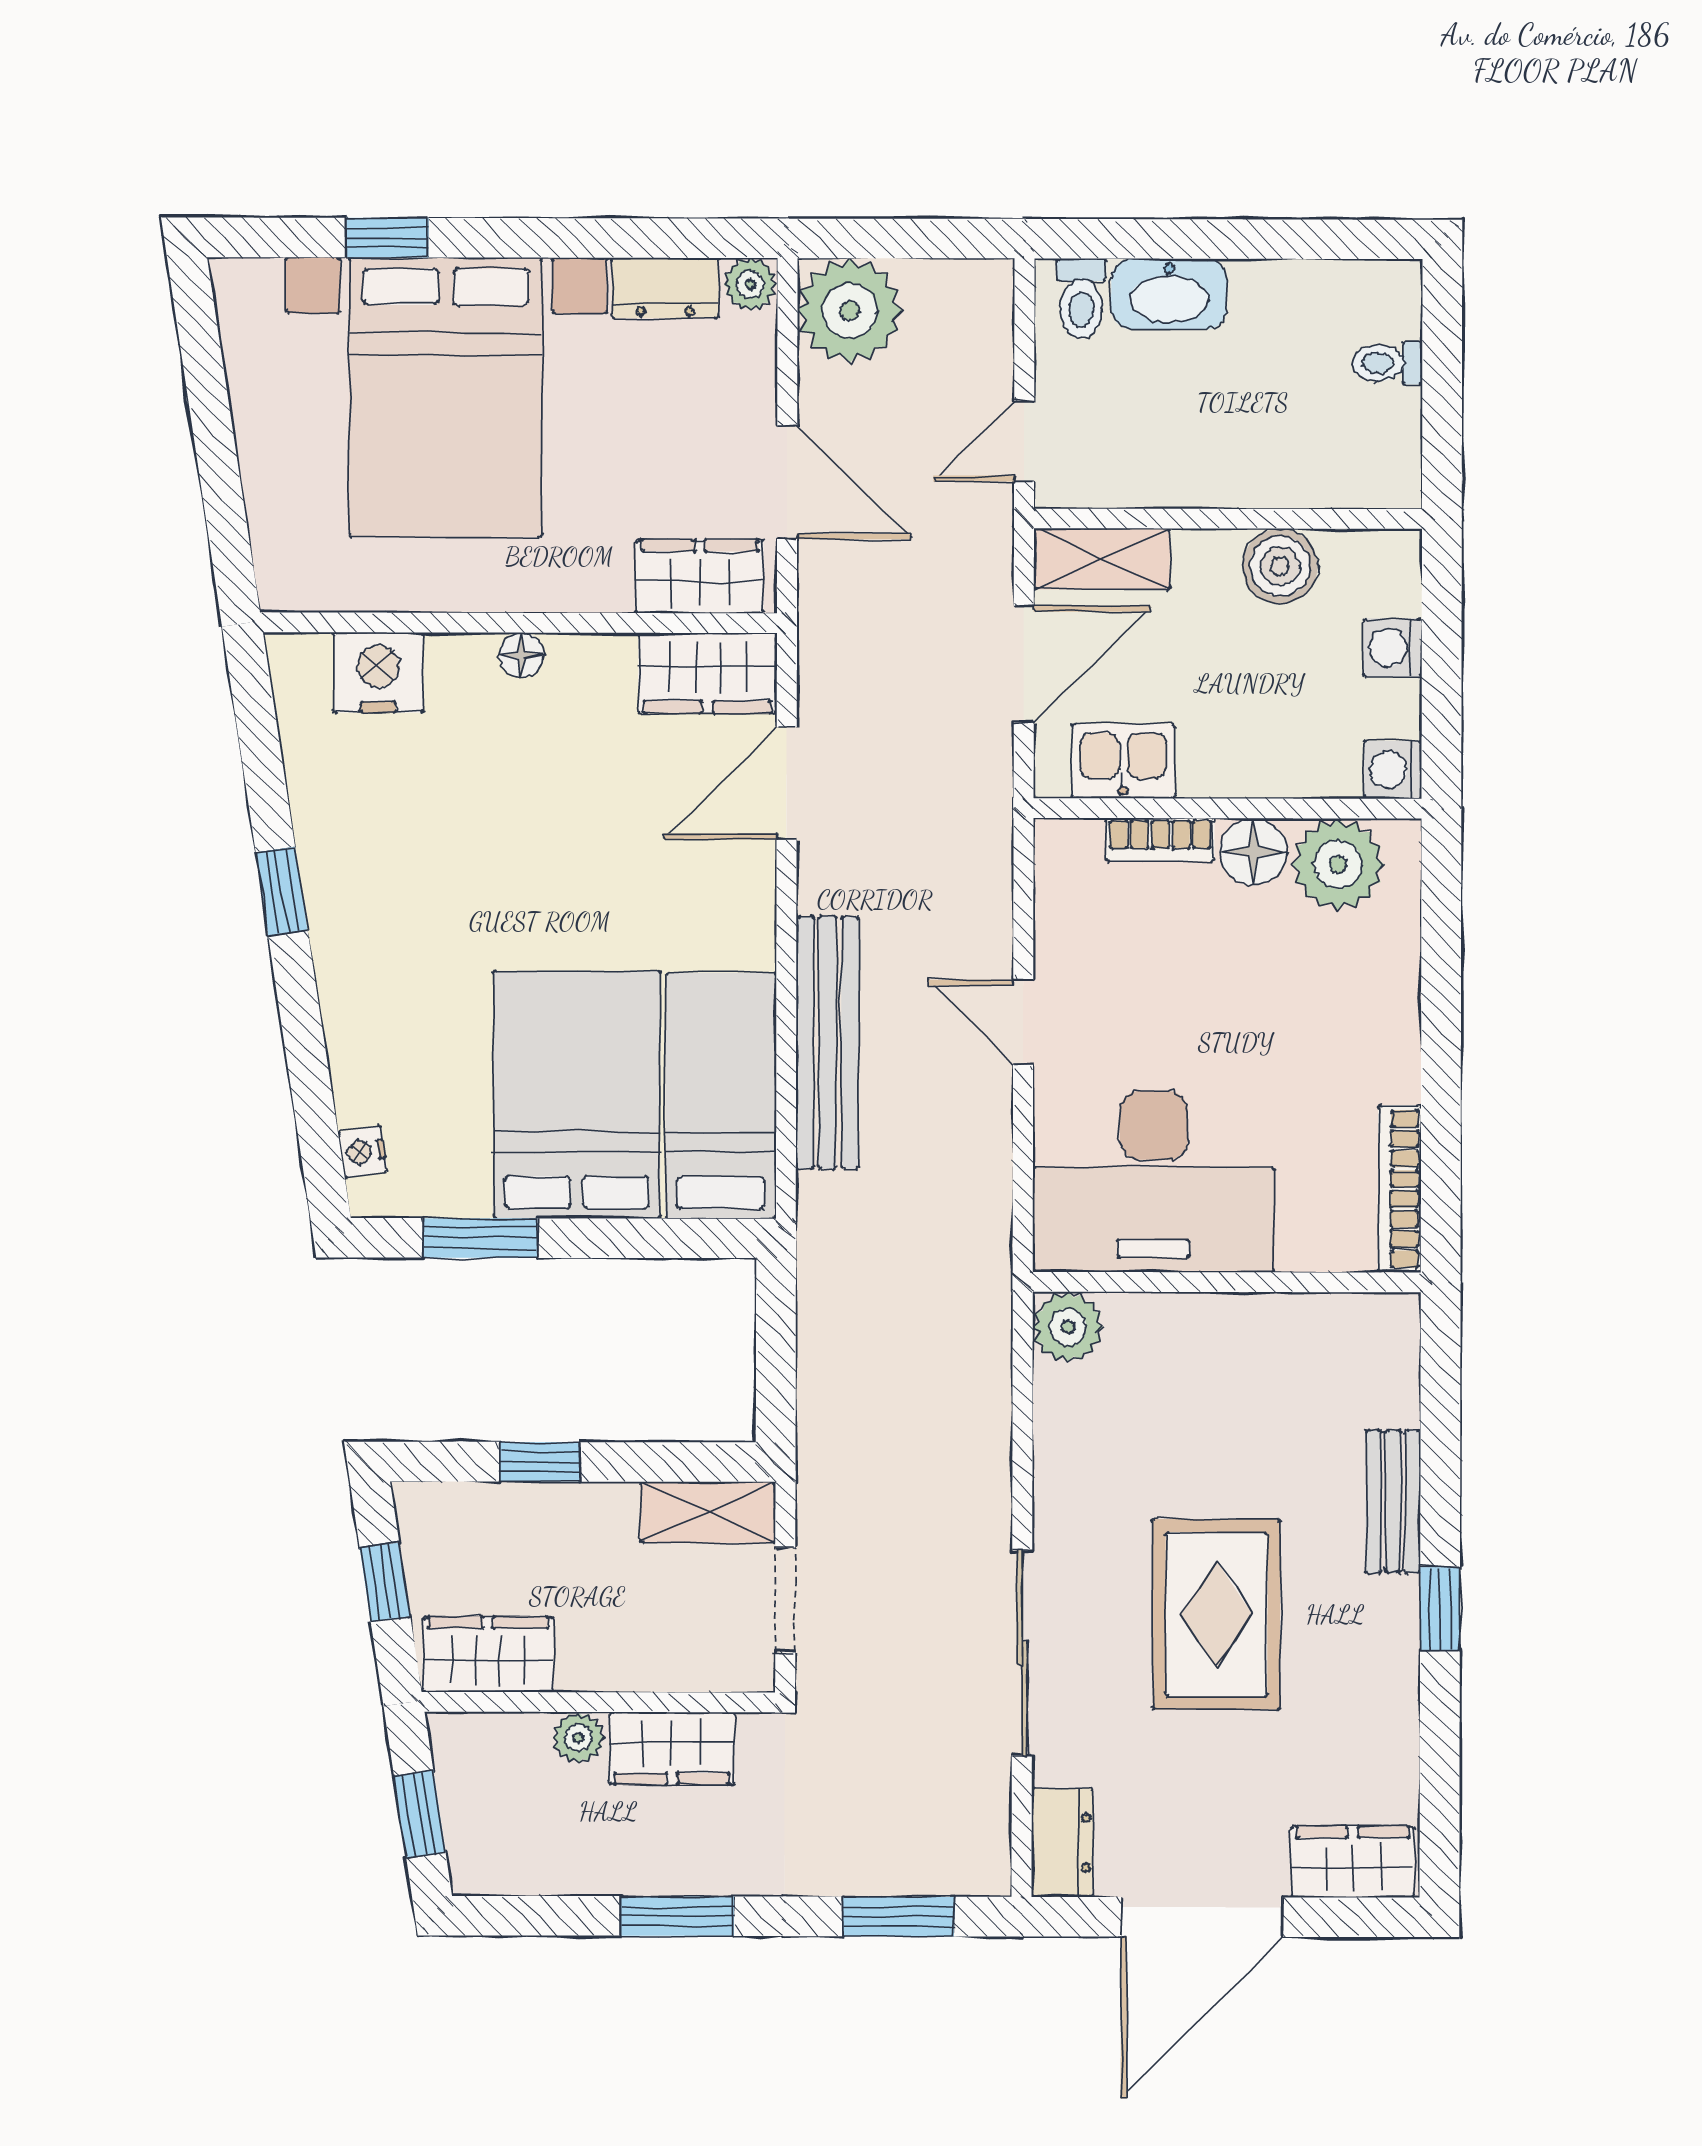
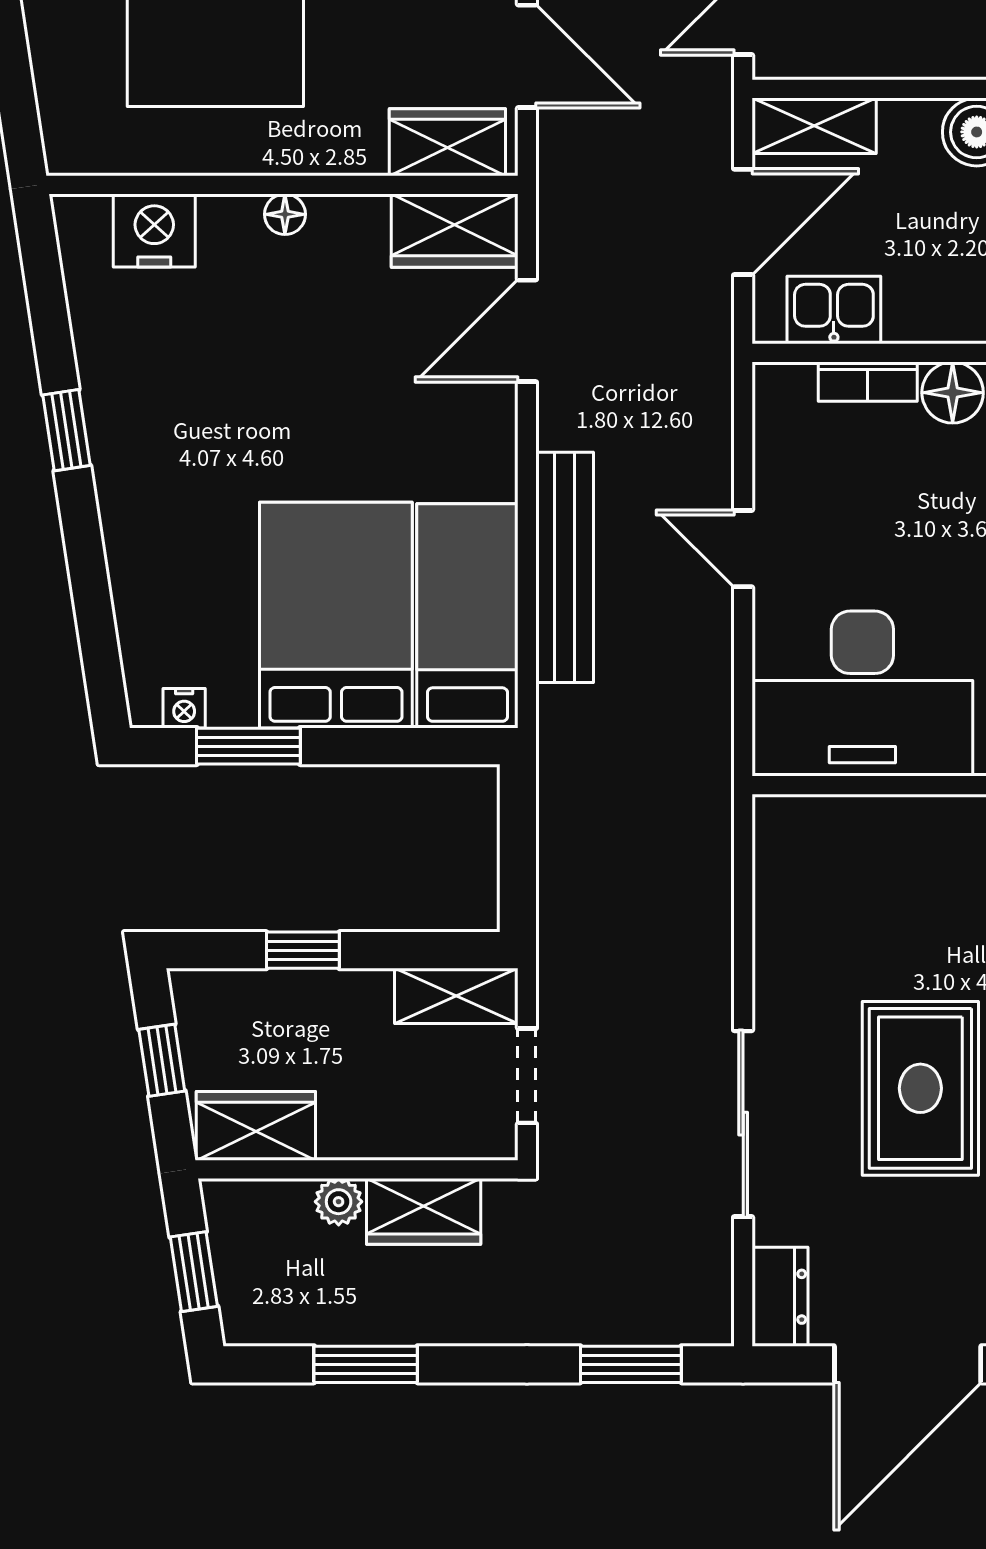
nightstand: (363, 1152) -> (184, 708), moved, turned -81
plant: (1068, 1327) -> (784, 826), removed
window: (677, 1916) -> (366, 1364), moved

